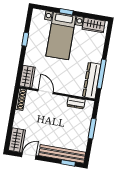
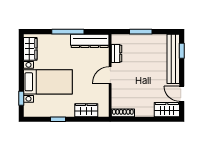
window: (66, 12) -> (21, 98), moved
window: (102, 74) -> (68, 32), moved
wardrobe: (27, 77) -> (86, 110), moved
door: (46, 92) -> (110, 75), moved

